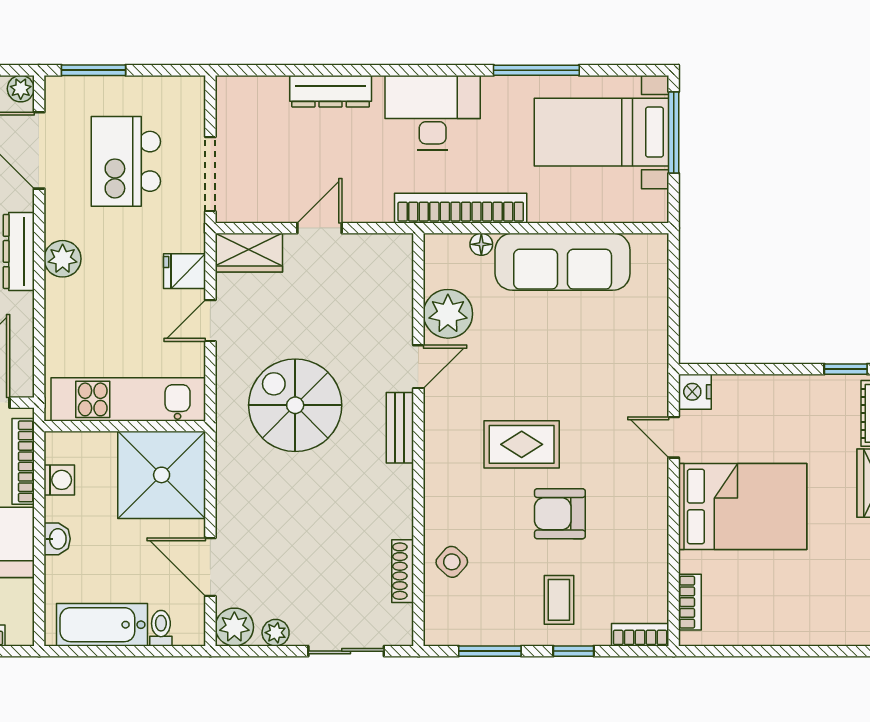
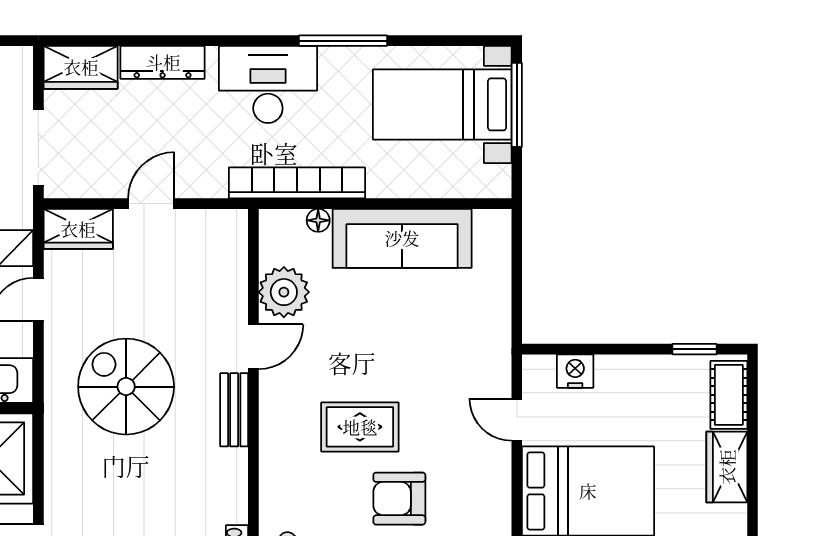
window: (536, 70) -> (343, 41), moved
wardrobe: (251, 96) -> (81, 67), added
nightstand: (695, 392) -> (575, 371), moved, turned 90

